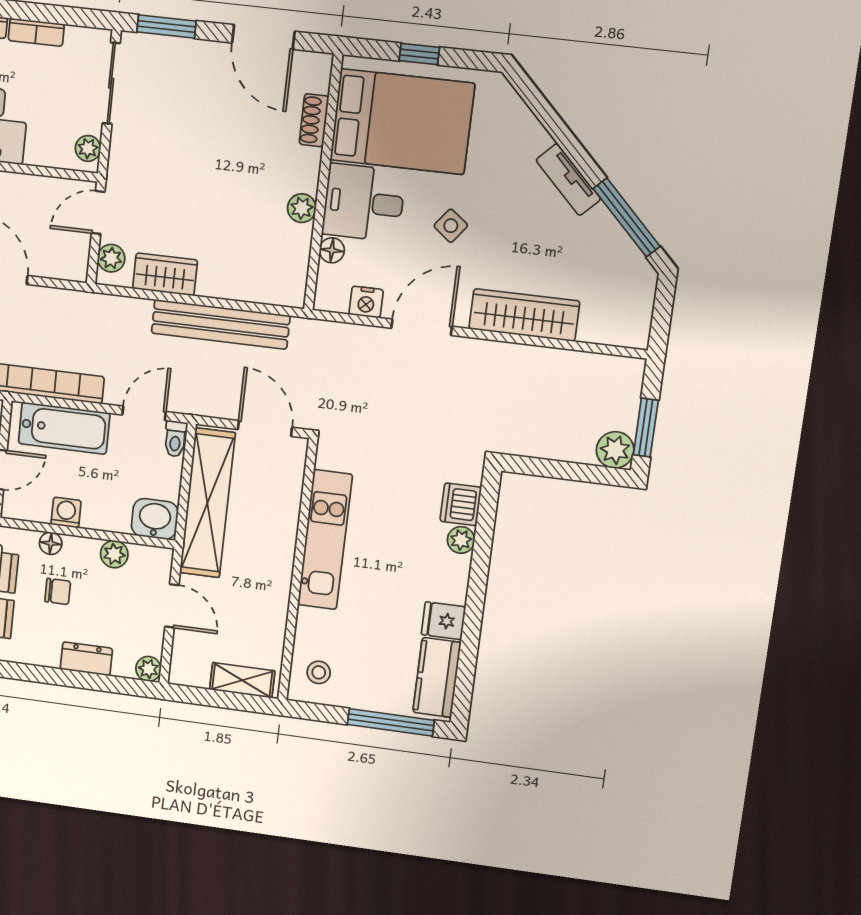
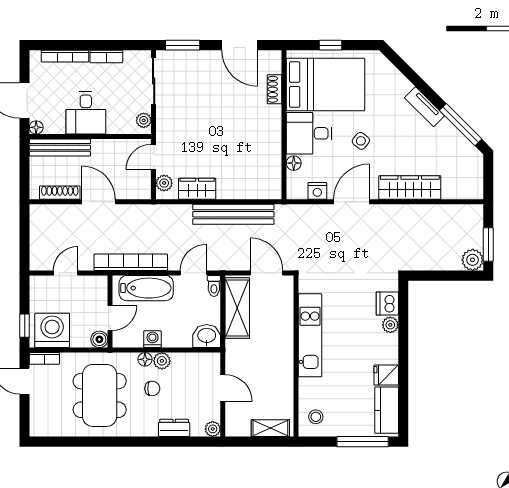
plant: (302, 208) -> (273, 141), removed
shelving: (207, 503) -> (237, 308), width x0.68
plant: (114, 554) -> (162, 361), moved

